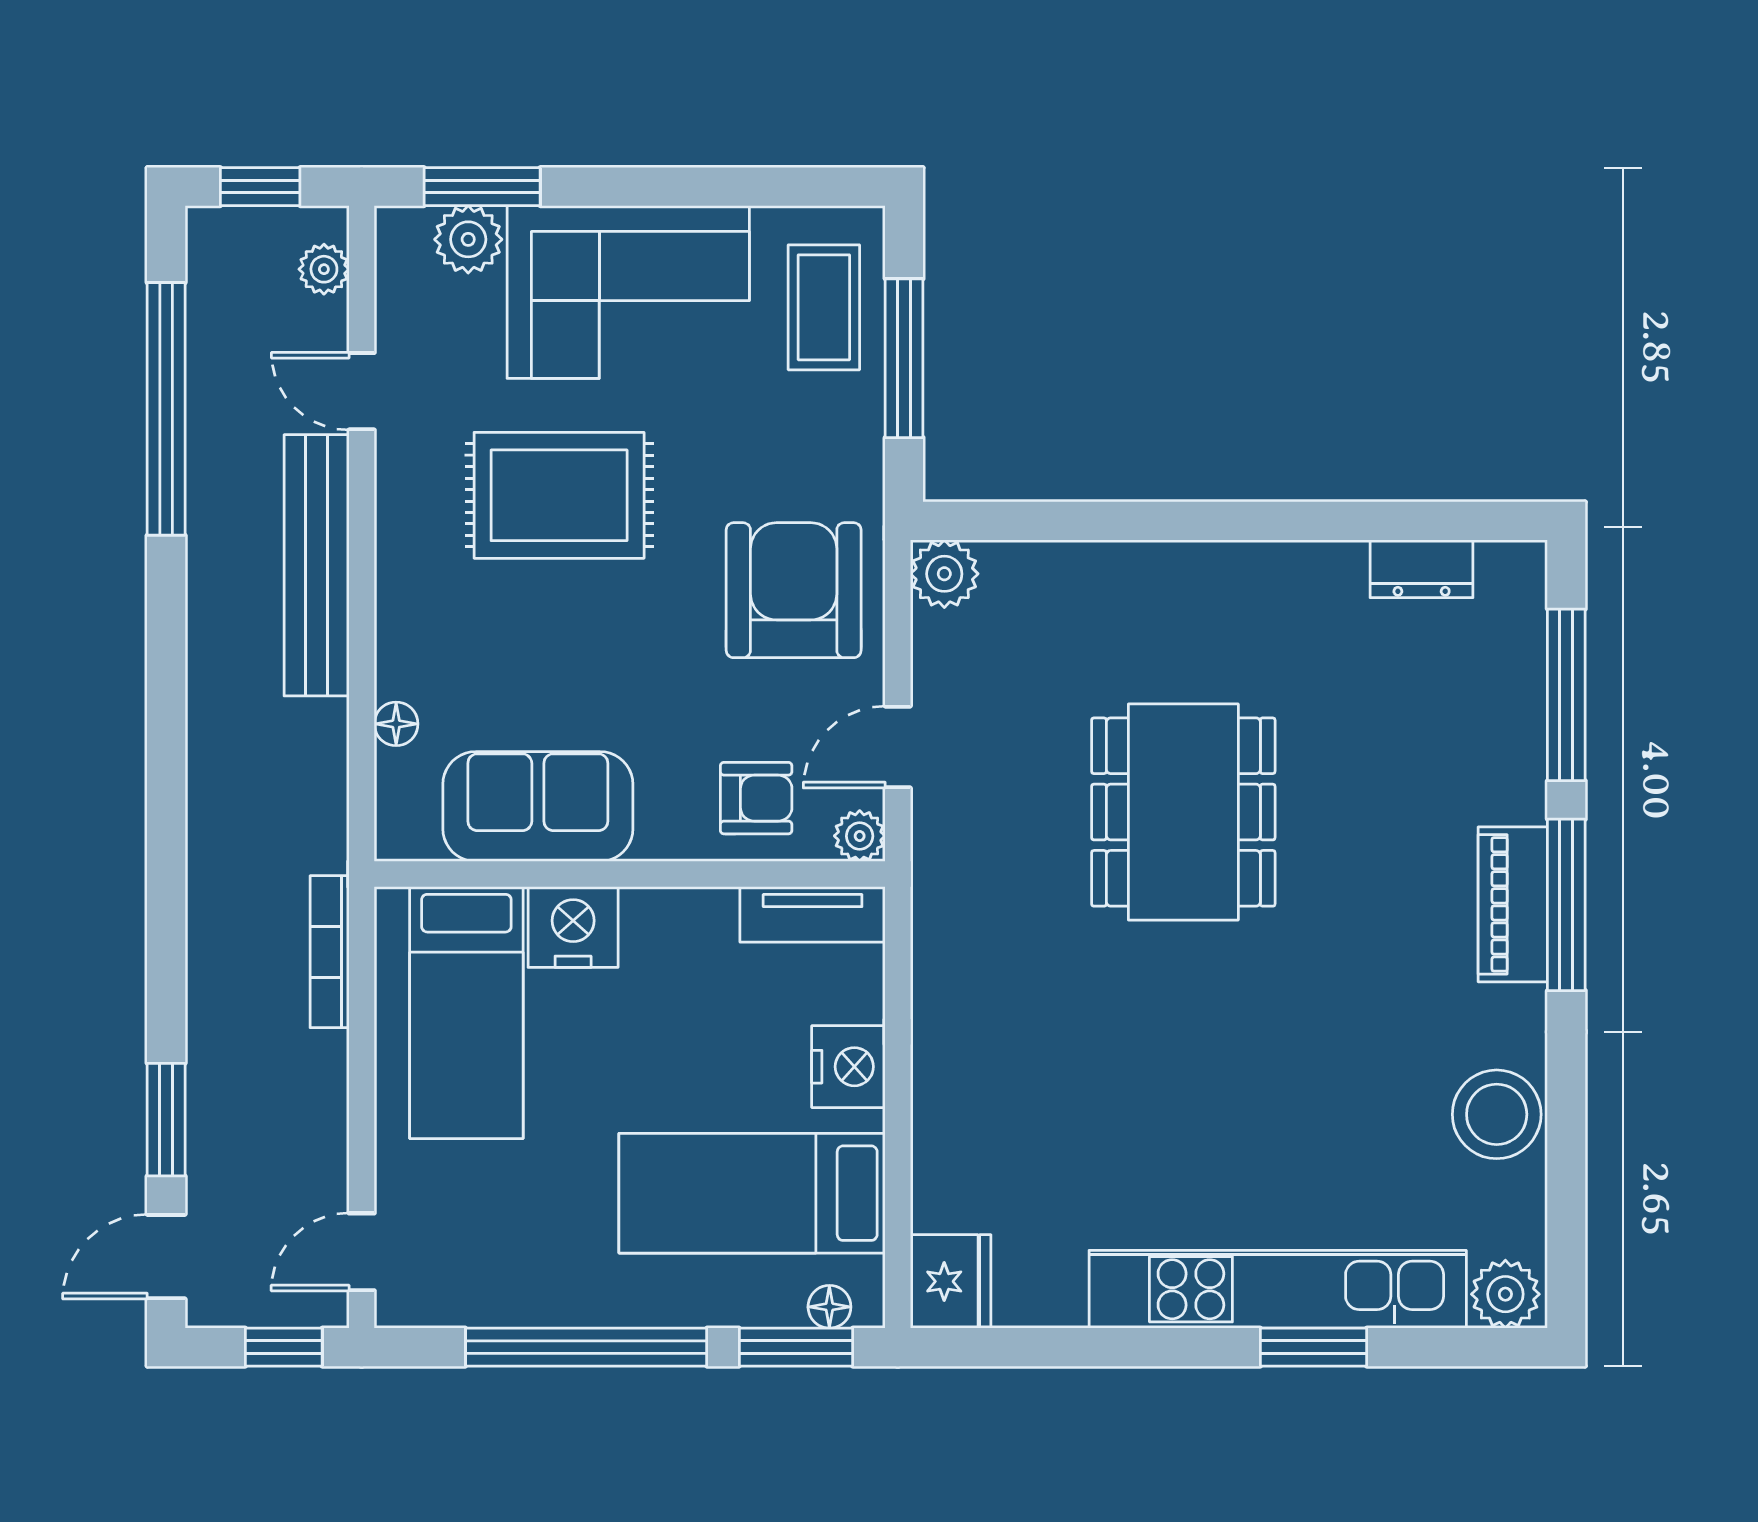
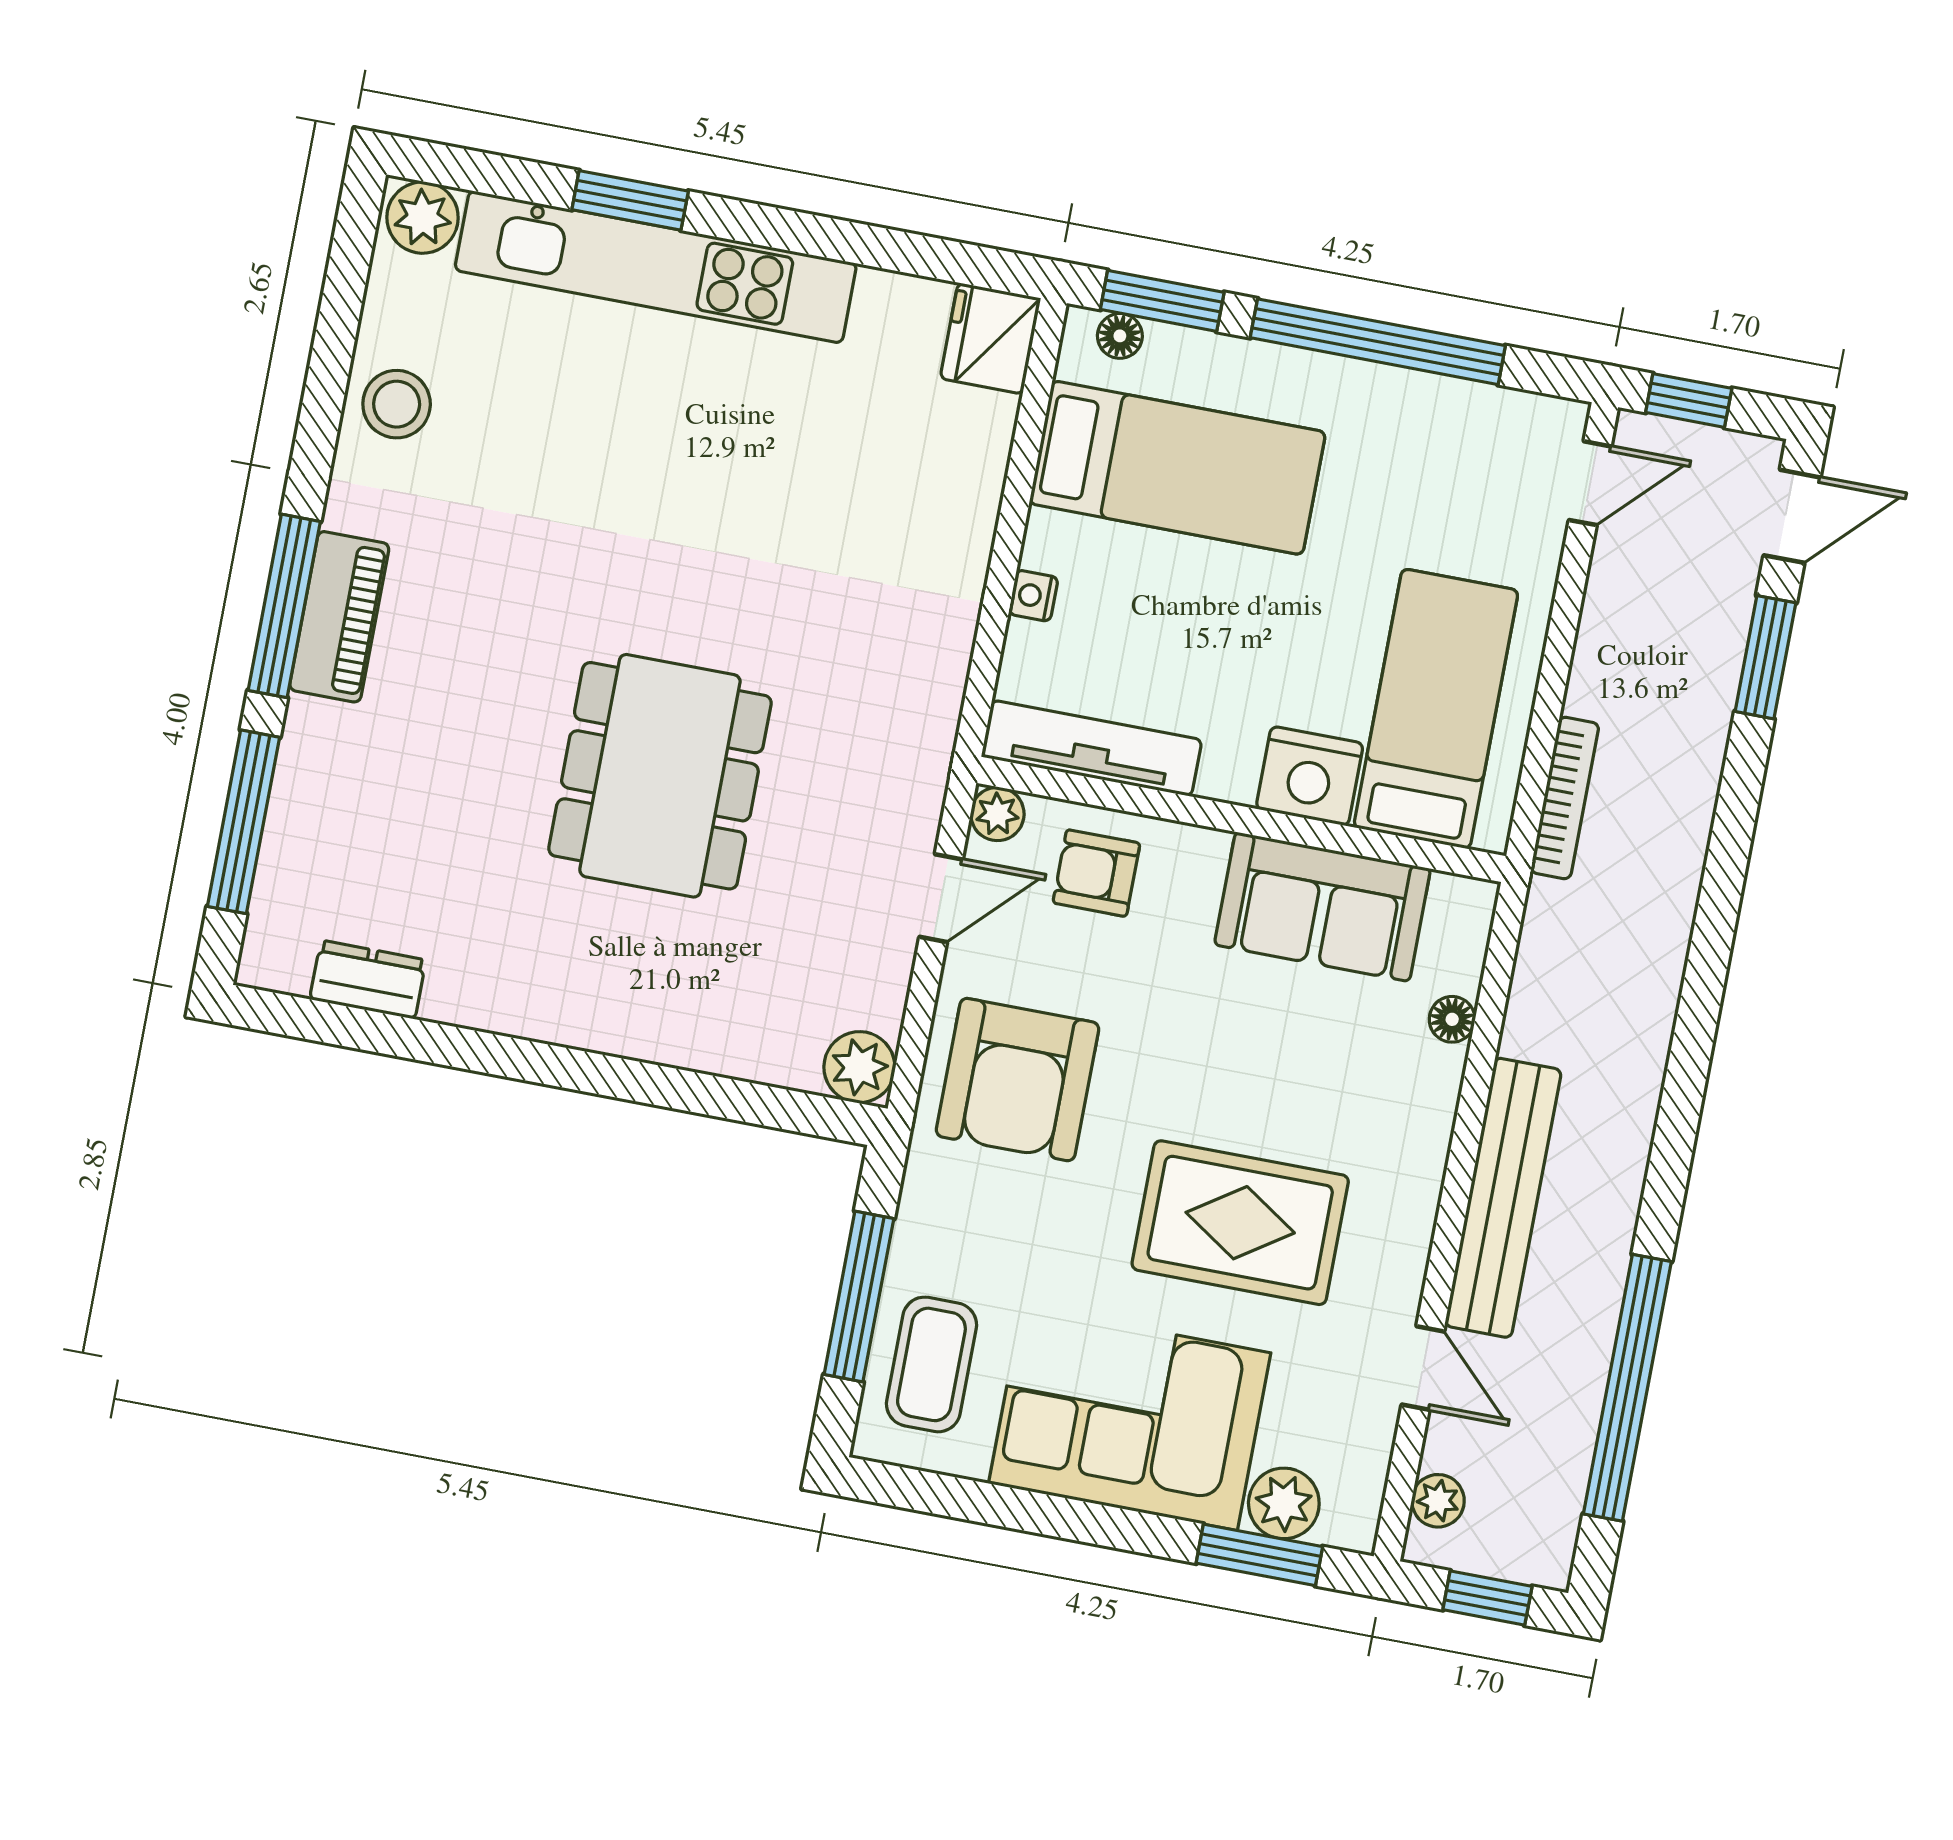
tv unit: (813, 914) -> (1092, 748), width x1.41
nightstand: (848, 1067) -> (1033, 596), width x0.53, depth x0.56
stool: (1497, 1114) -> (397, 404), width x0.73, depth x0.73

